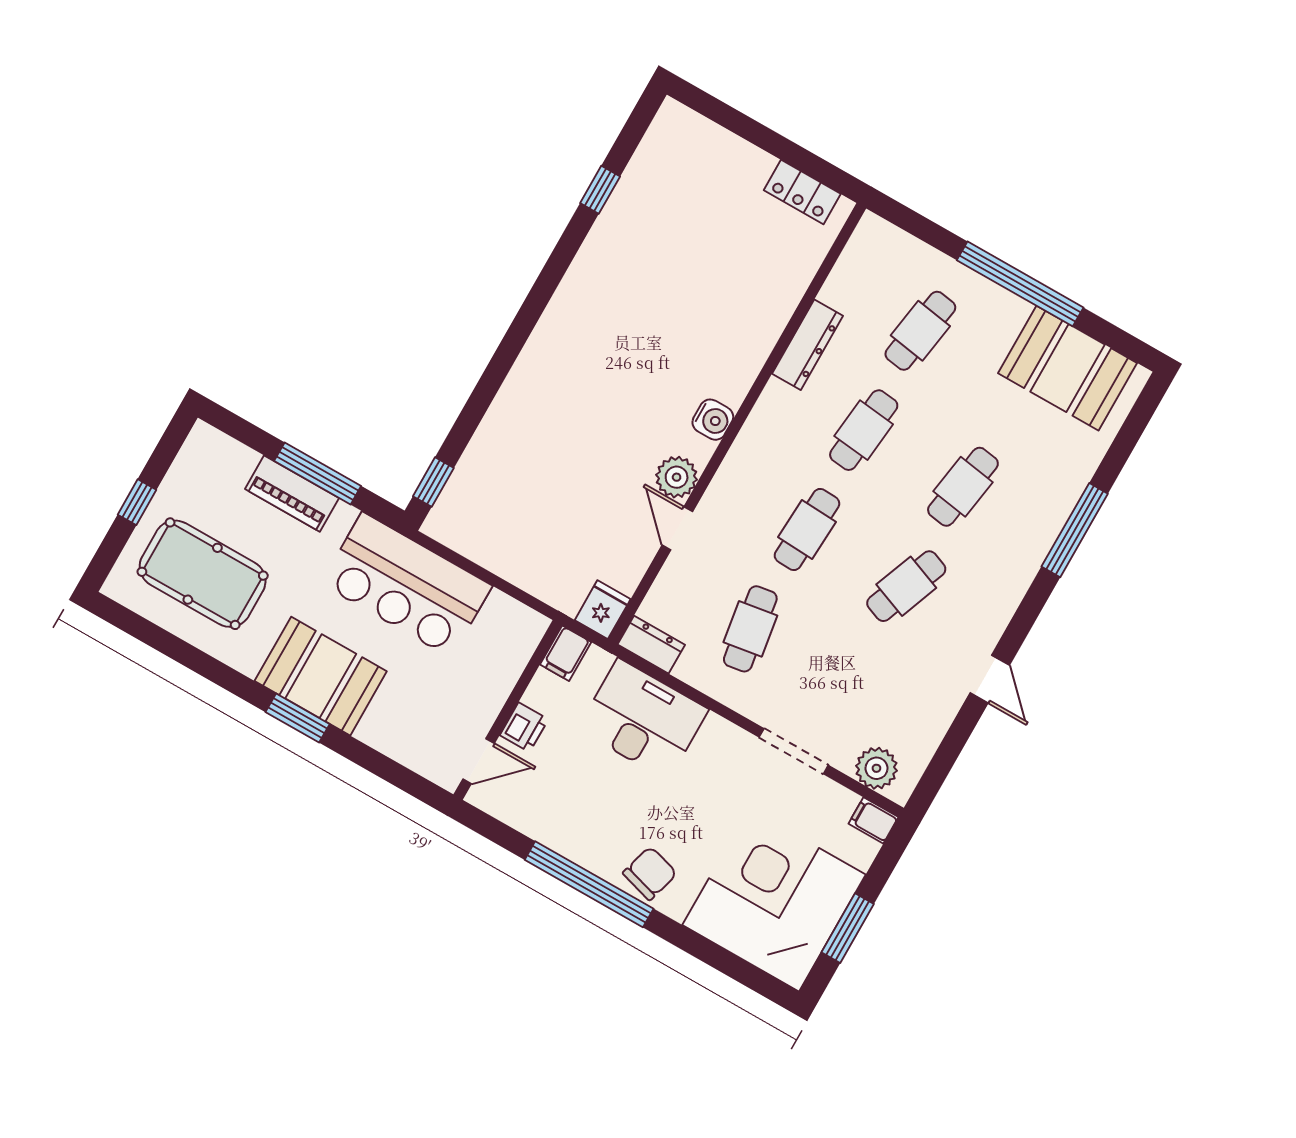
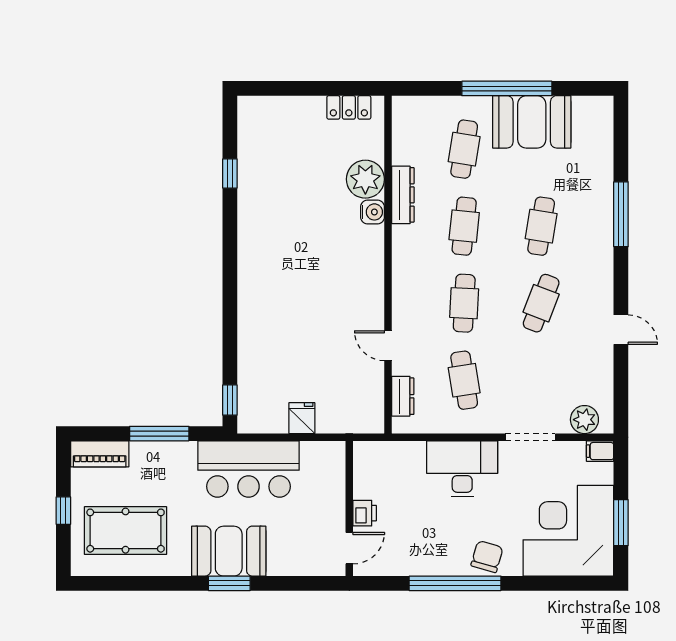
booth: (1068, 368) -> (532, 122), moved
water cooler: (713, 420) -> (372, 212), moved
plant: (677, 477) -> (365, 179), moved, width x1.36, depth x1.36
piano: (292, 494) -> (100, 454), moved
fridge: (603, 610) -> (302, 418), moved
dresser: (651, 645) -> (403, 396), moved, turned 90
filing cabinet: (566, 653) -> (364, 456), removed
desk: (643, 719) -> (462, 469), moved

